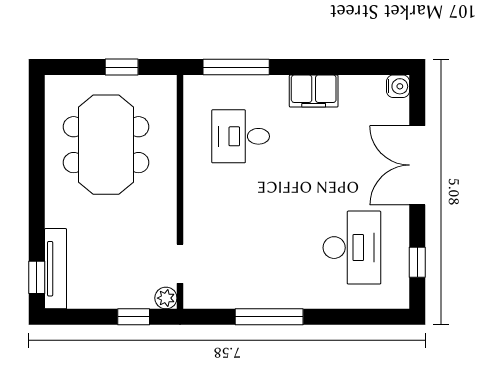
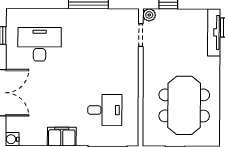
desk: (352, 248) -> (40, 44), turned 90

